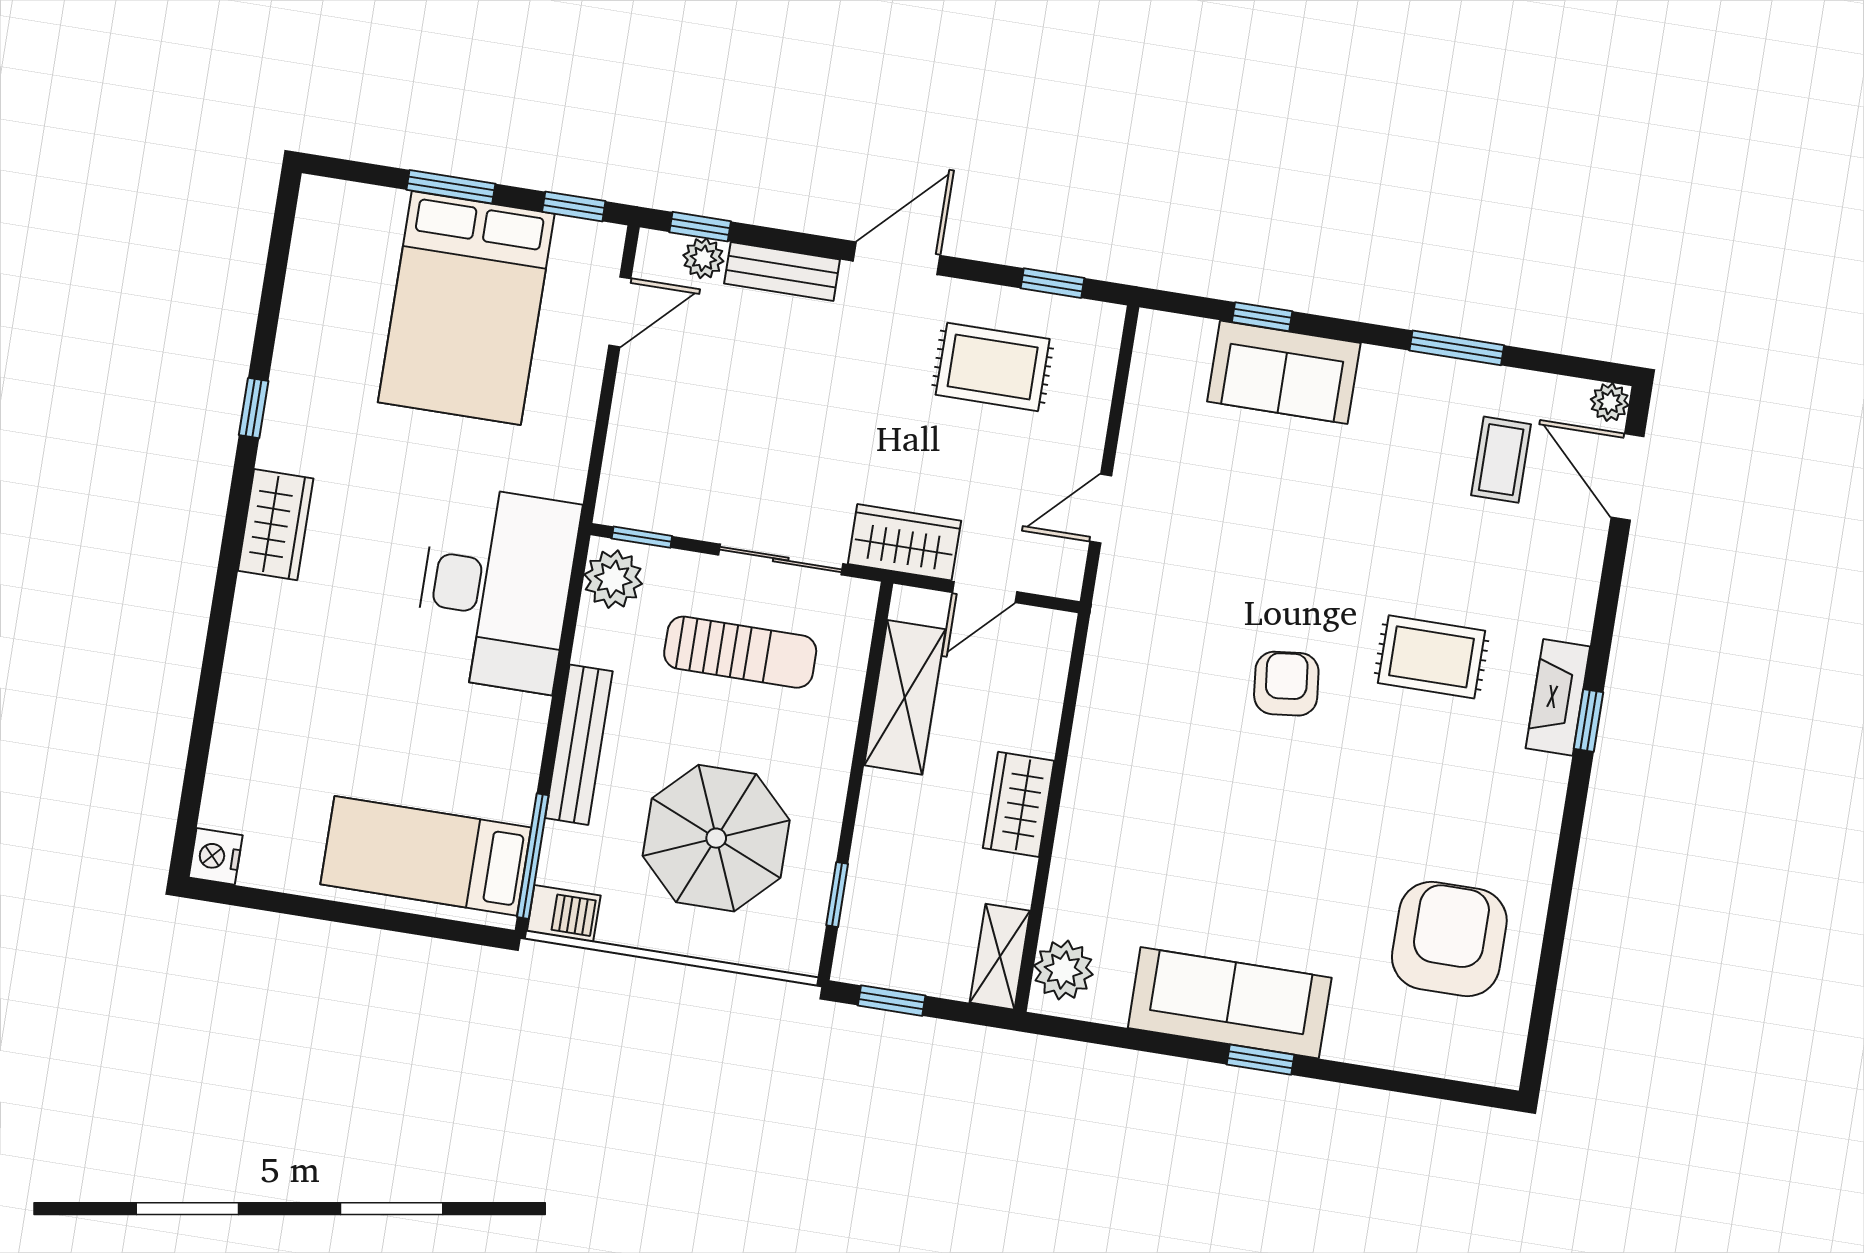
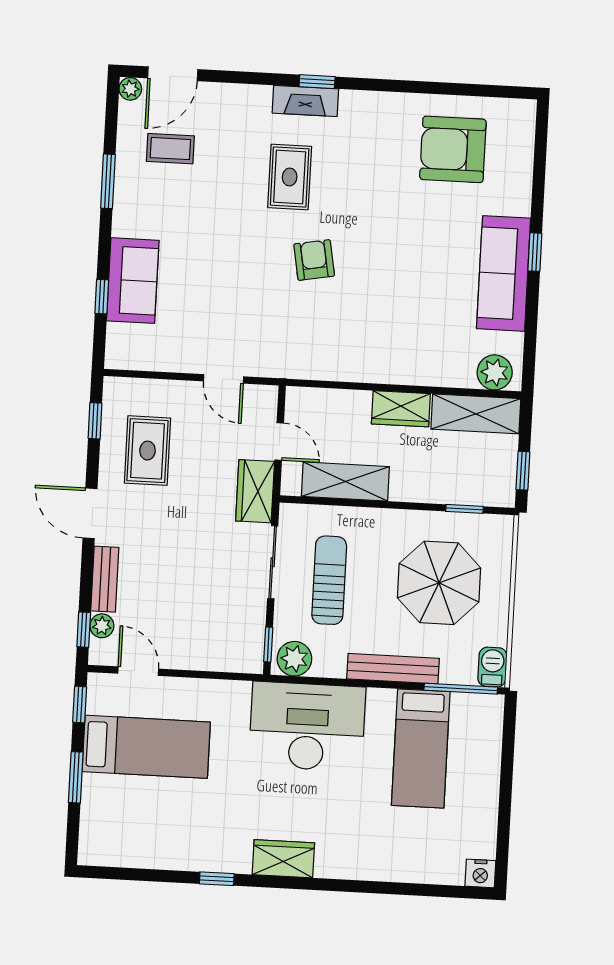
bed: (466, 308) -> (146, 747), width x0.67
armchair: (1286, 684) -> (314, 260), turned 86
bed: (426, 856) -> (421, 748), moved
shelving: (1000, 957) -> (476, 414), width x1.50, depth x1.33

